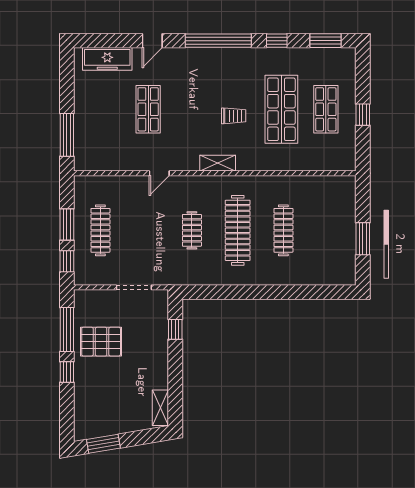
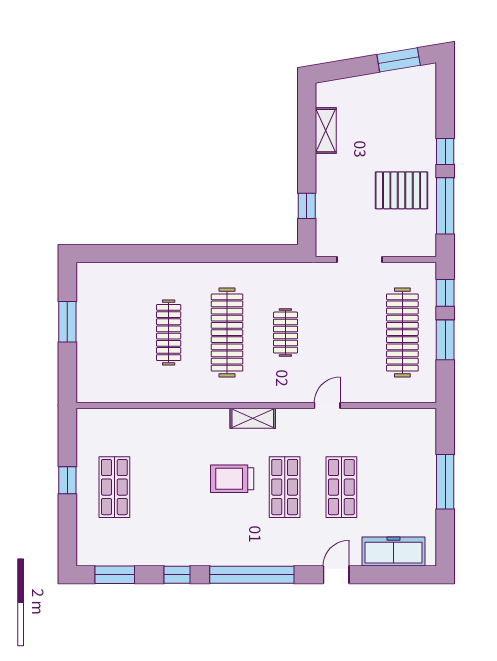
shop shelf: (281, 109) -> (285, 487), moved, width x0.70, depth x0.74
trolley: (234, 116) -> (232, 479), width x1.36, depth x1.39
window: (67, 135) -> (445, 482), moved
clothes rail: (100, 230) -> (402, 333), width x1.37, depth x1.31
shelving: (160, 408) -> (326, 131), moved

